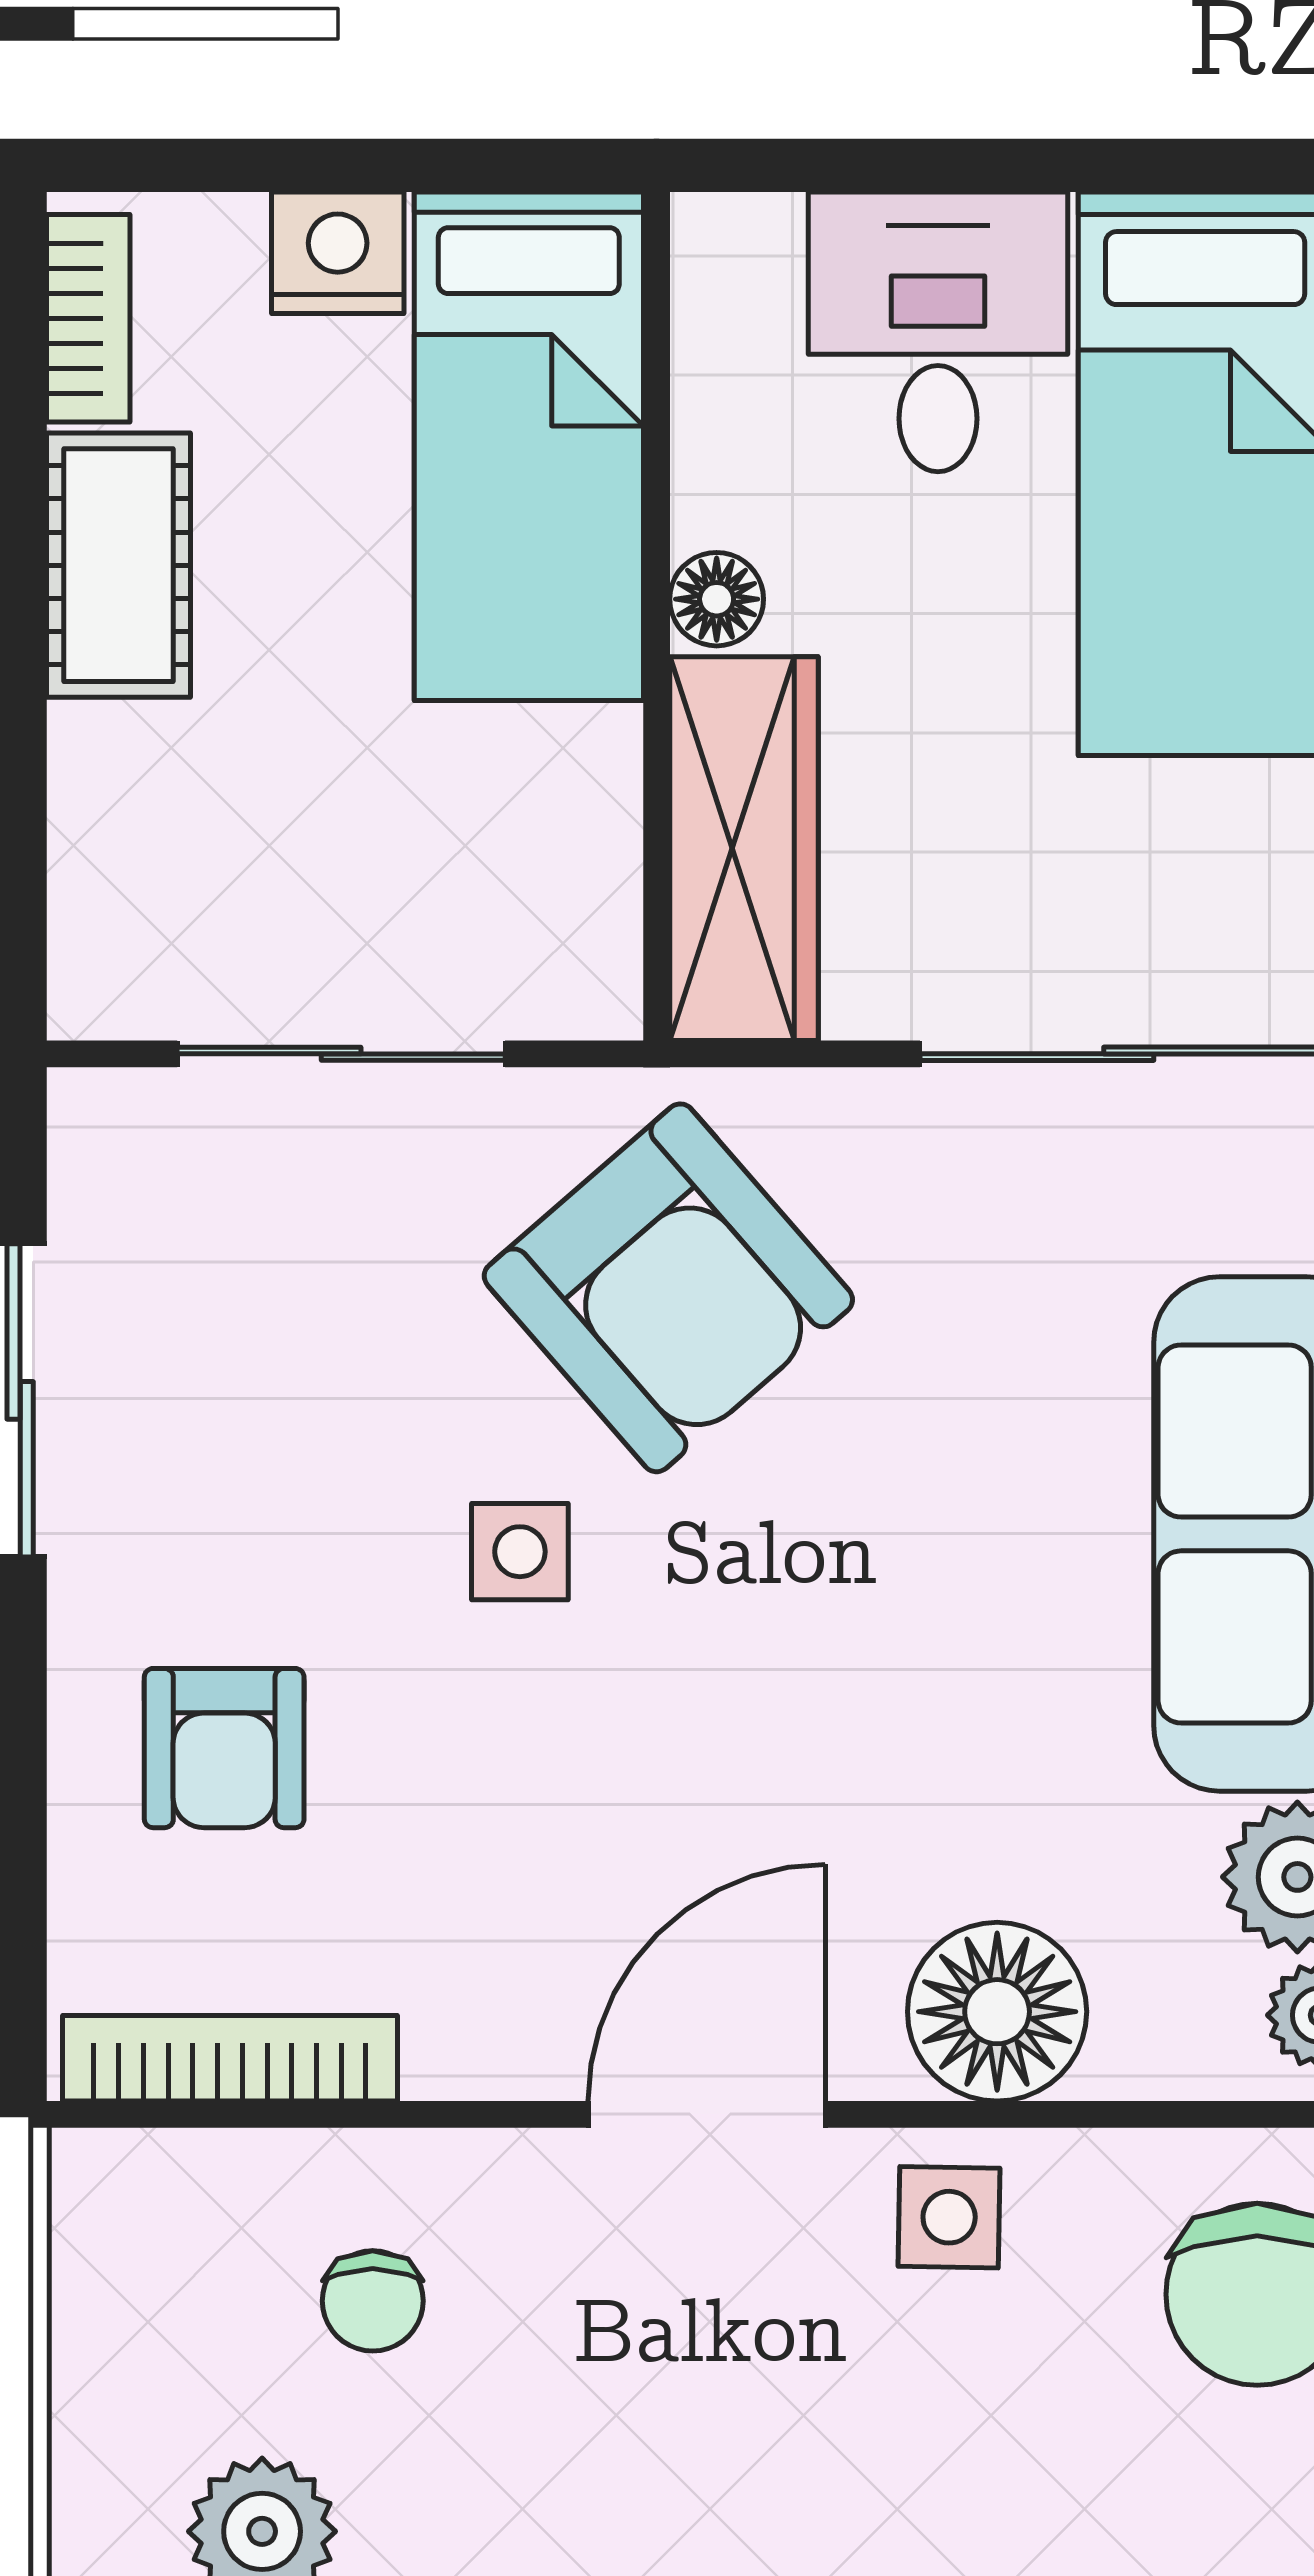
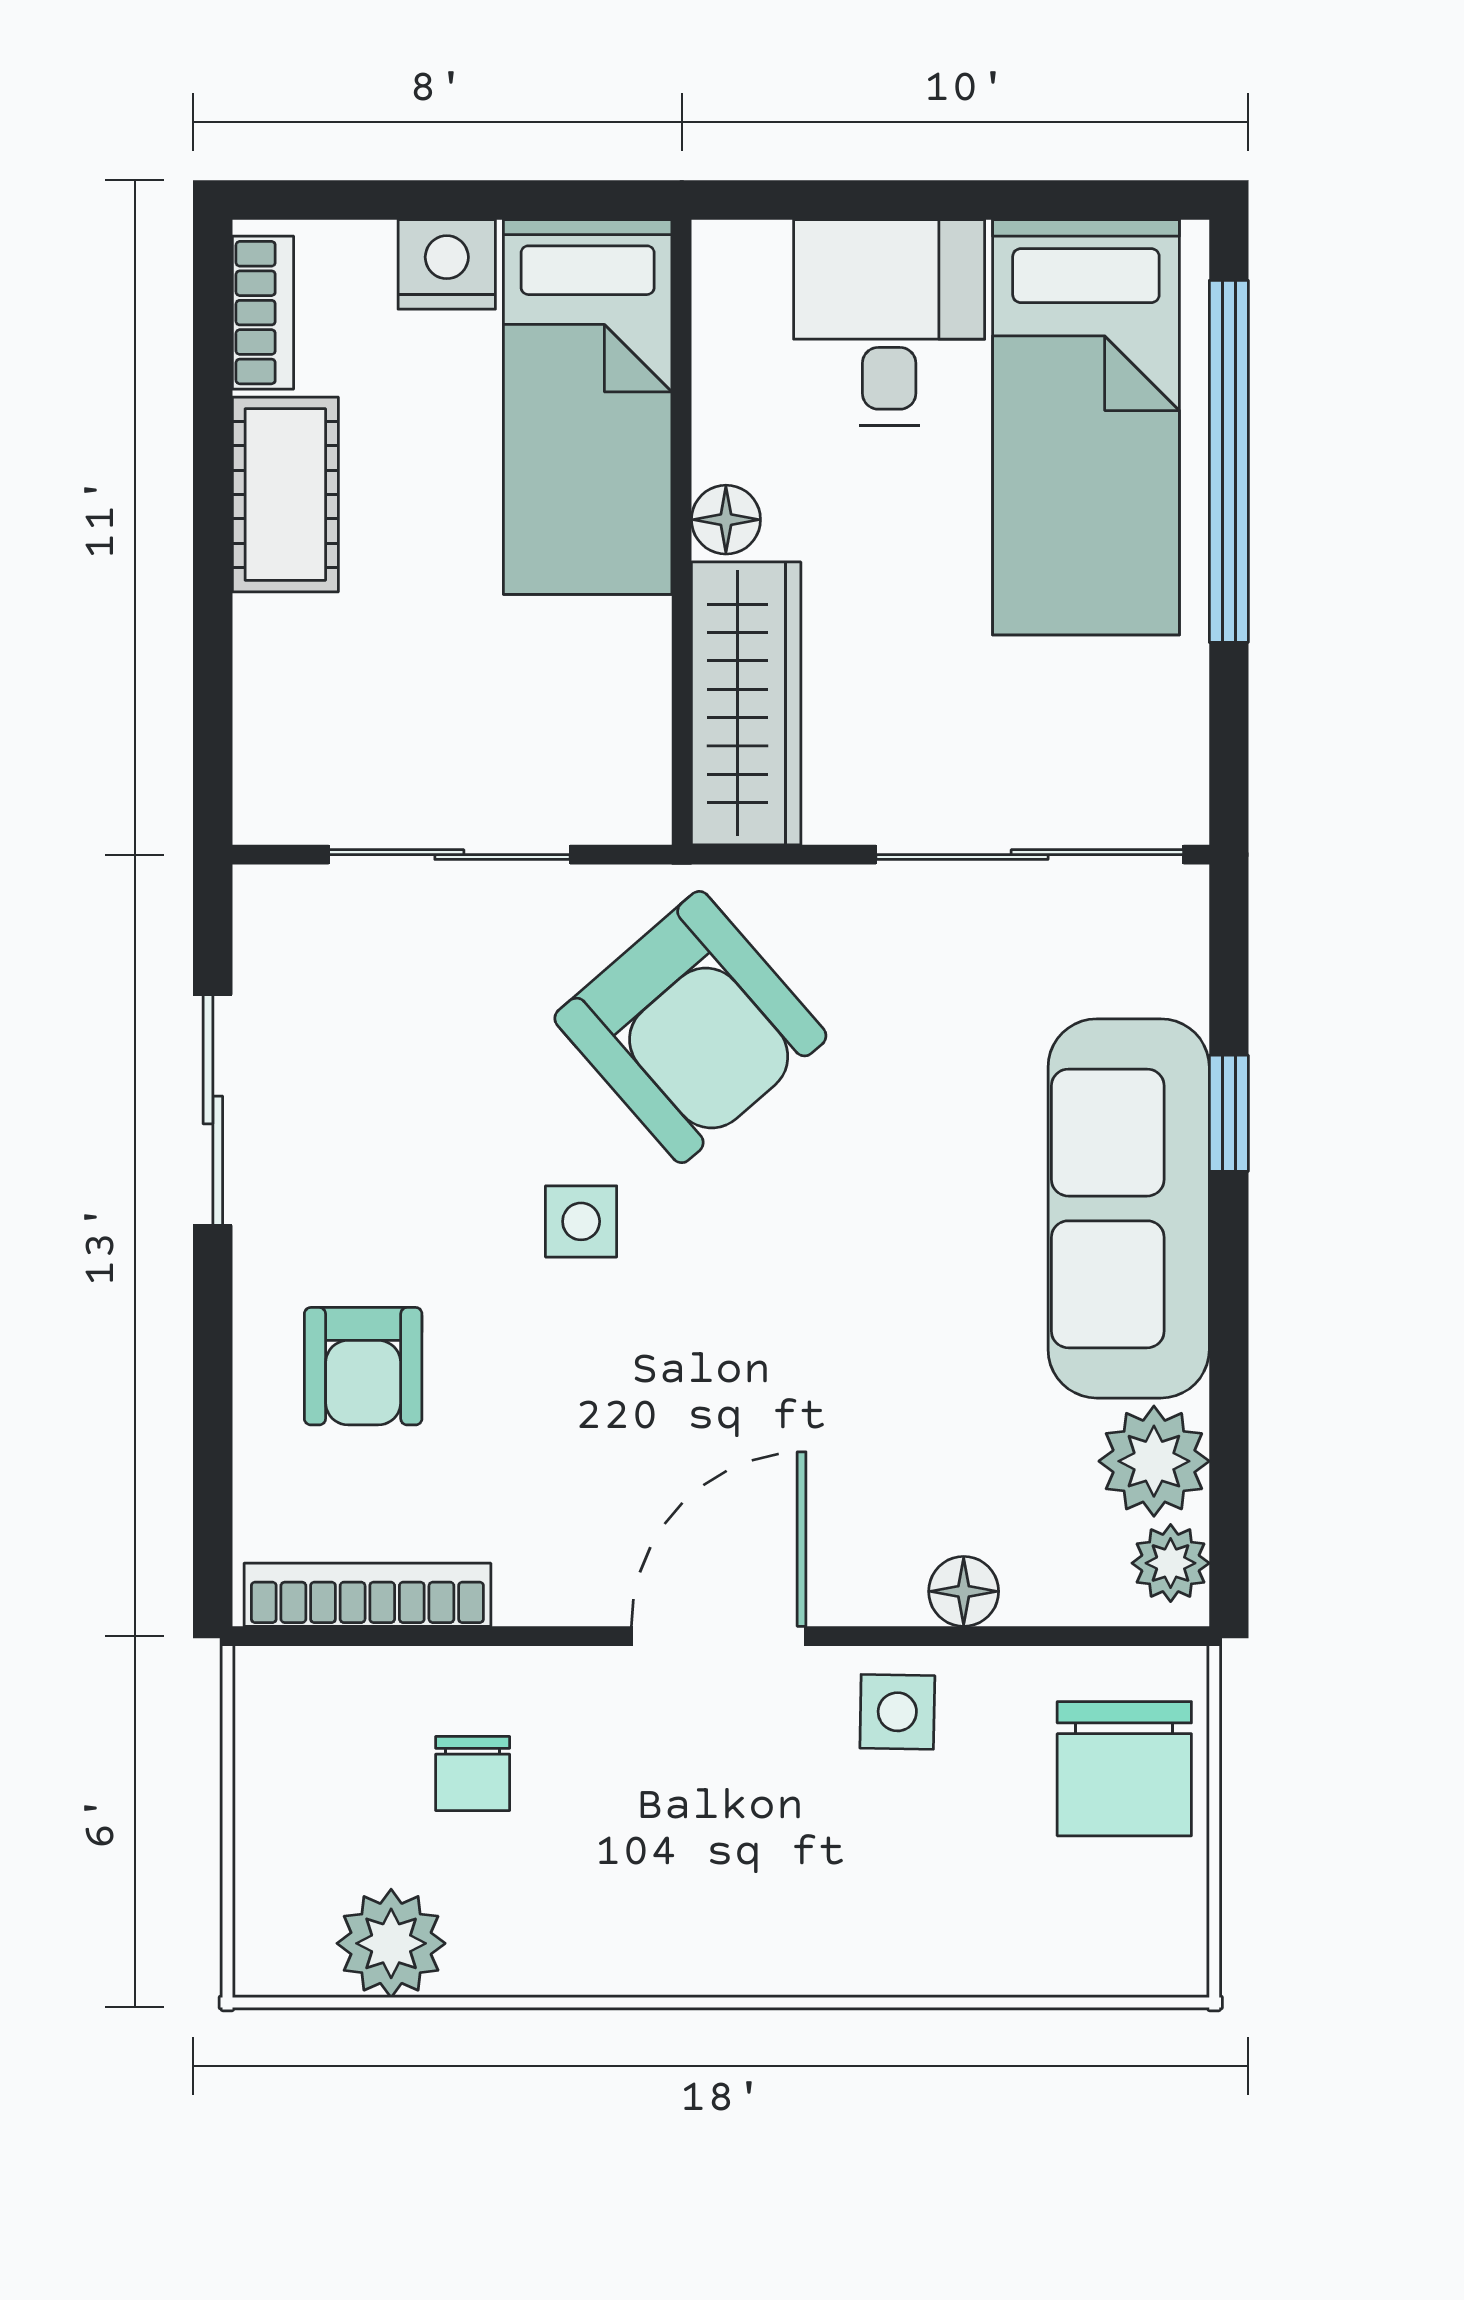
floor lamp: (997, 2012) -> (964, 1591), width x0.53, depth x0.53

